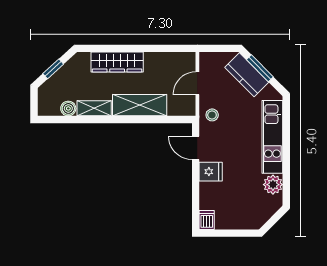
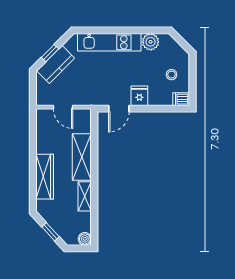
window: (260, 68) -> (50, 53), width x0.67
boiler: (68, 108) -> (85, 239), moved
stool: (212, 115) -> (171, 75), moved

